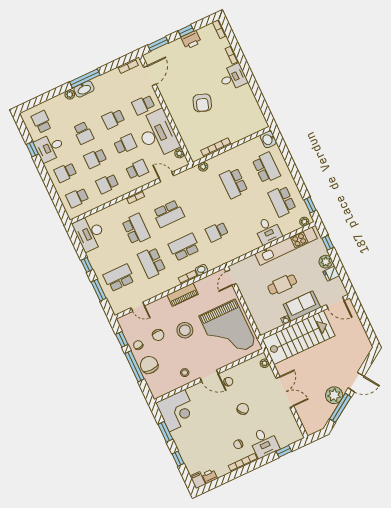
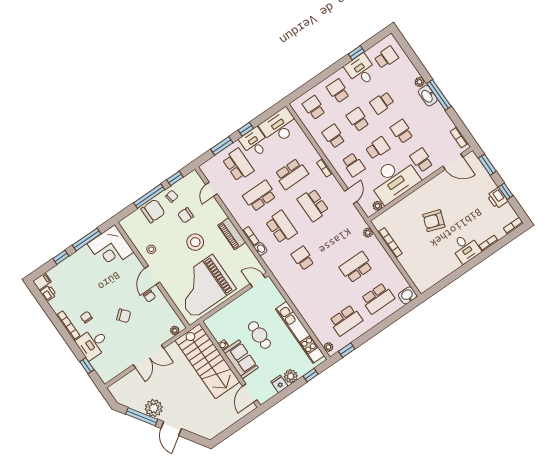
school desk: (125, 144) -> (378, 148), turned -90
school desk: (282, 201) -> (346, 320), turned 180
desk: (268, 230) -> (255, 143), moved, turned 90
window: (165, 432) -> (87, 239), width x1.44

